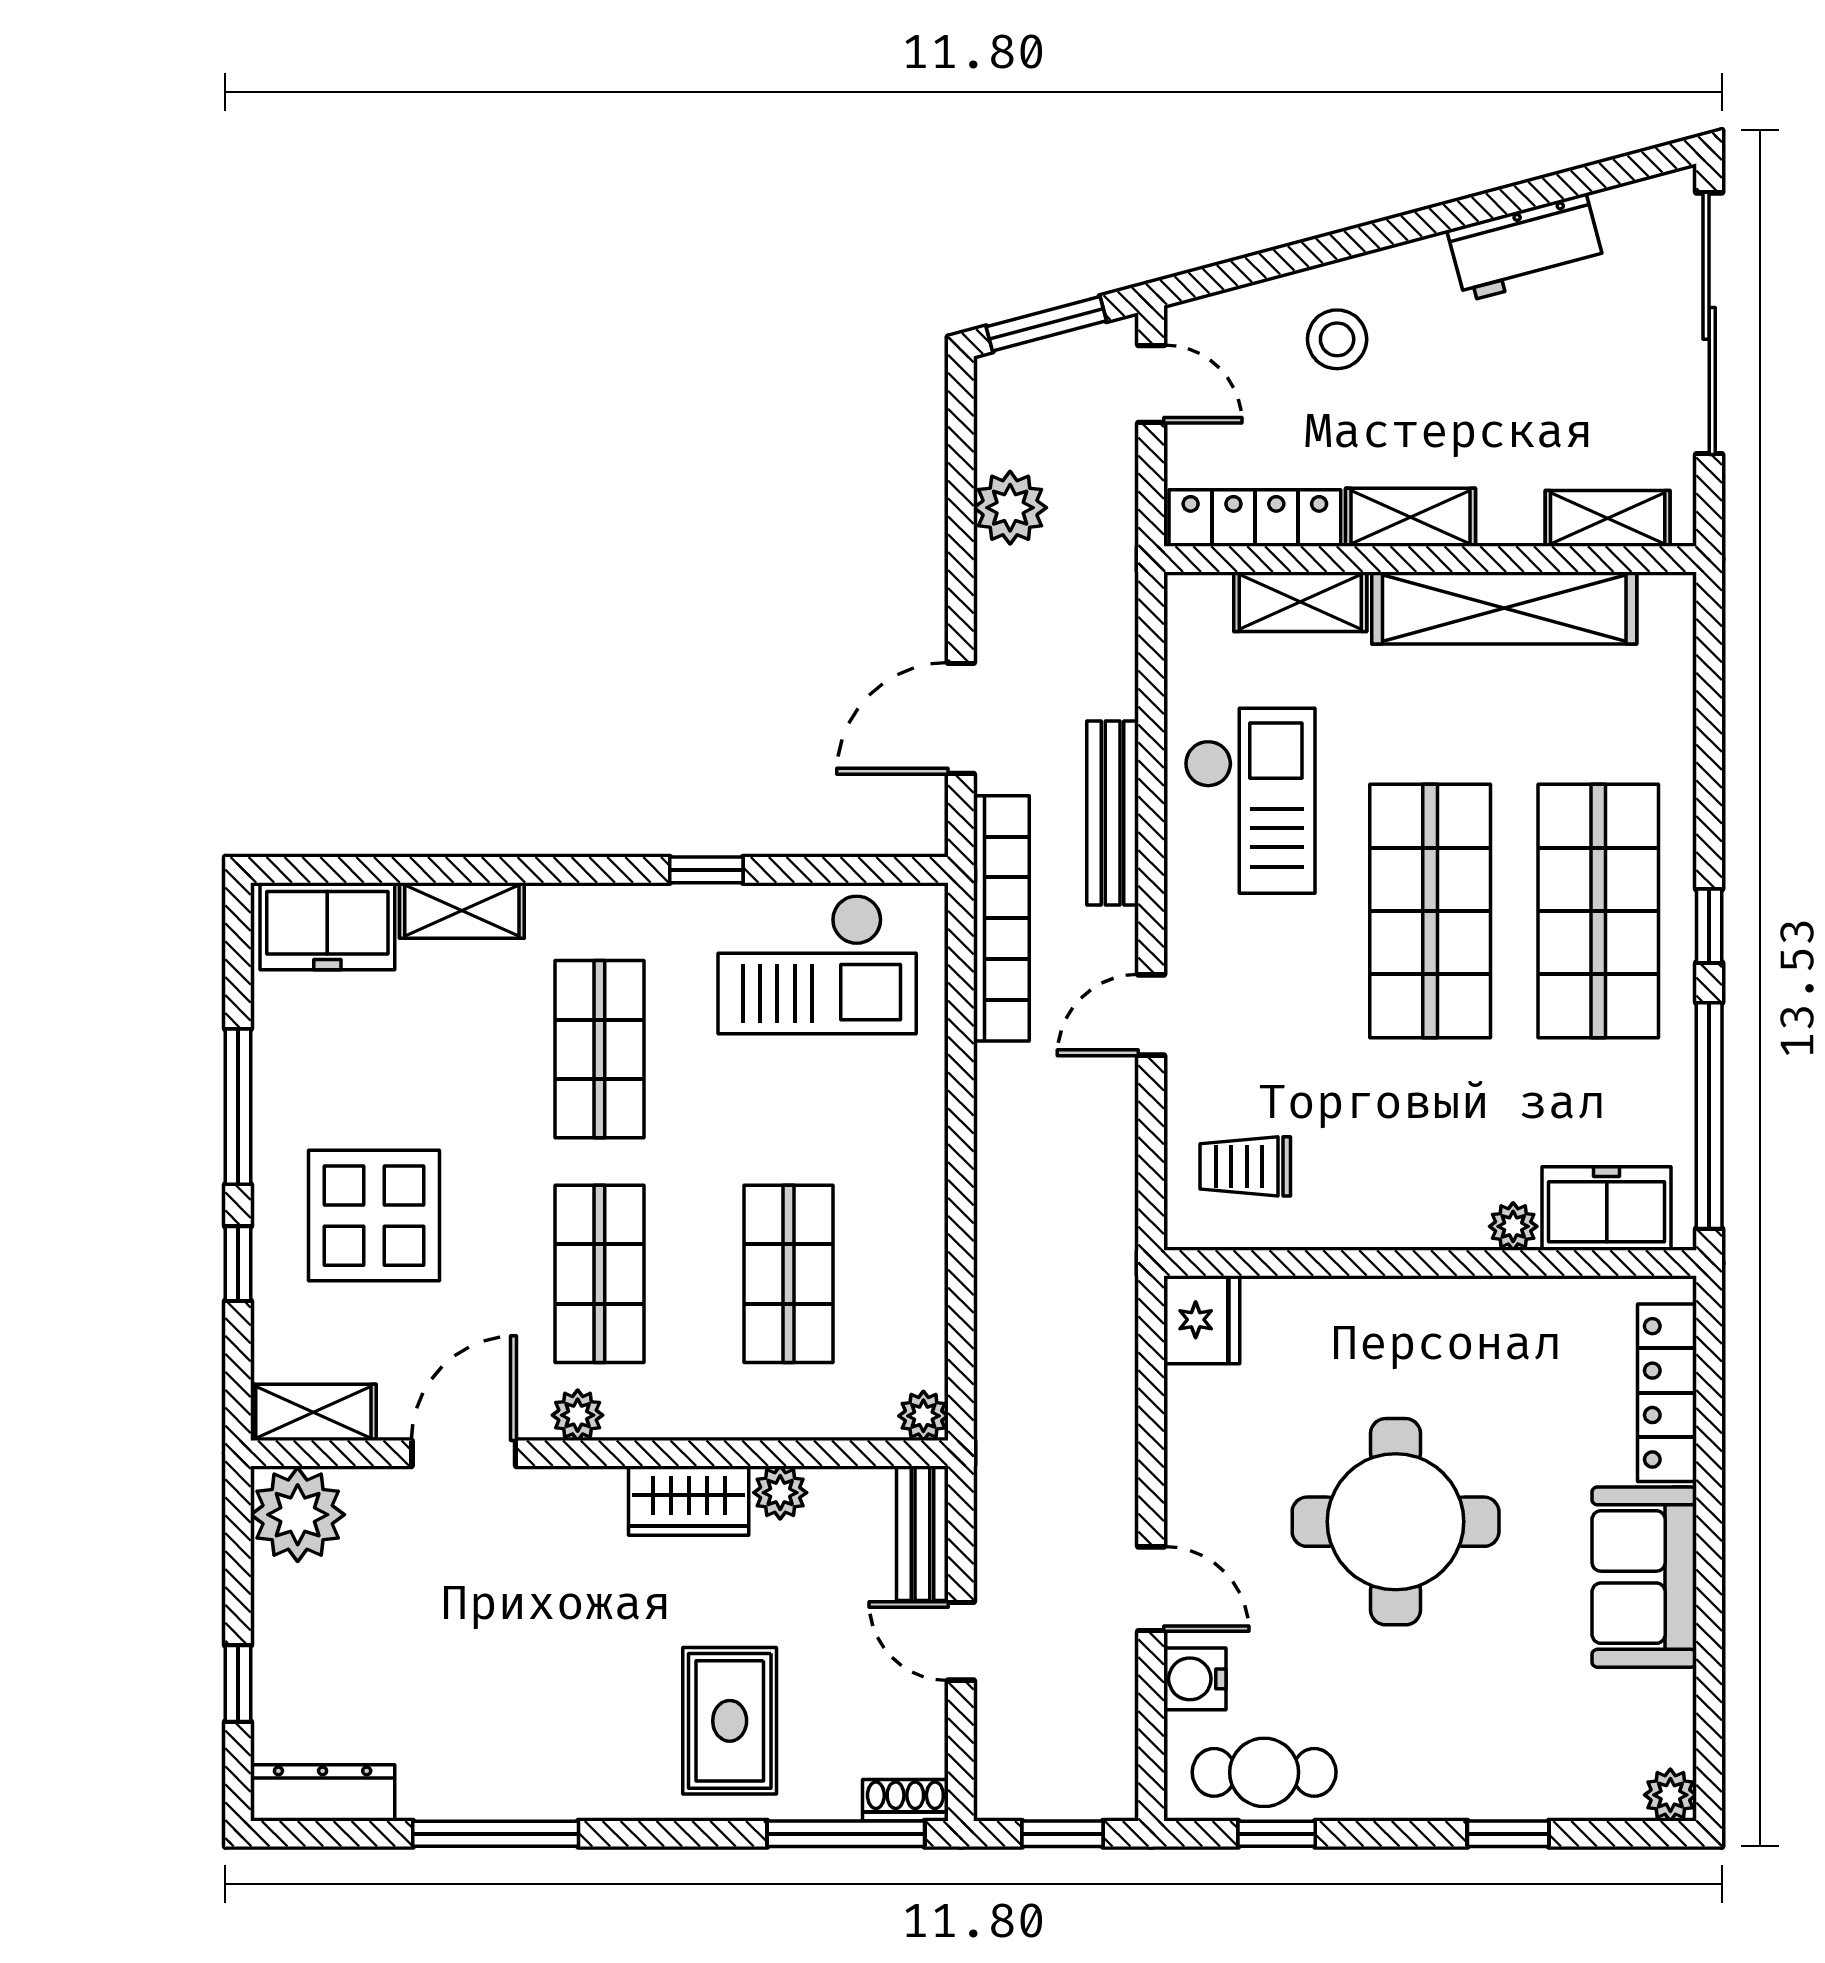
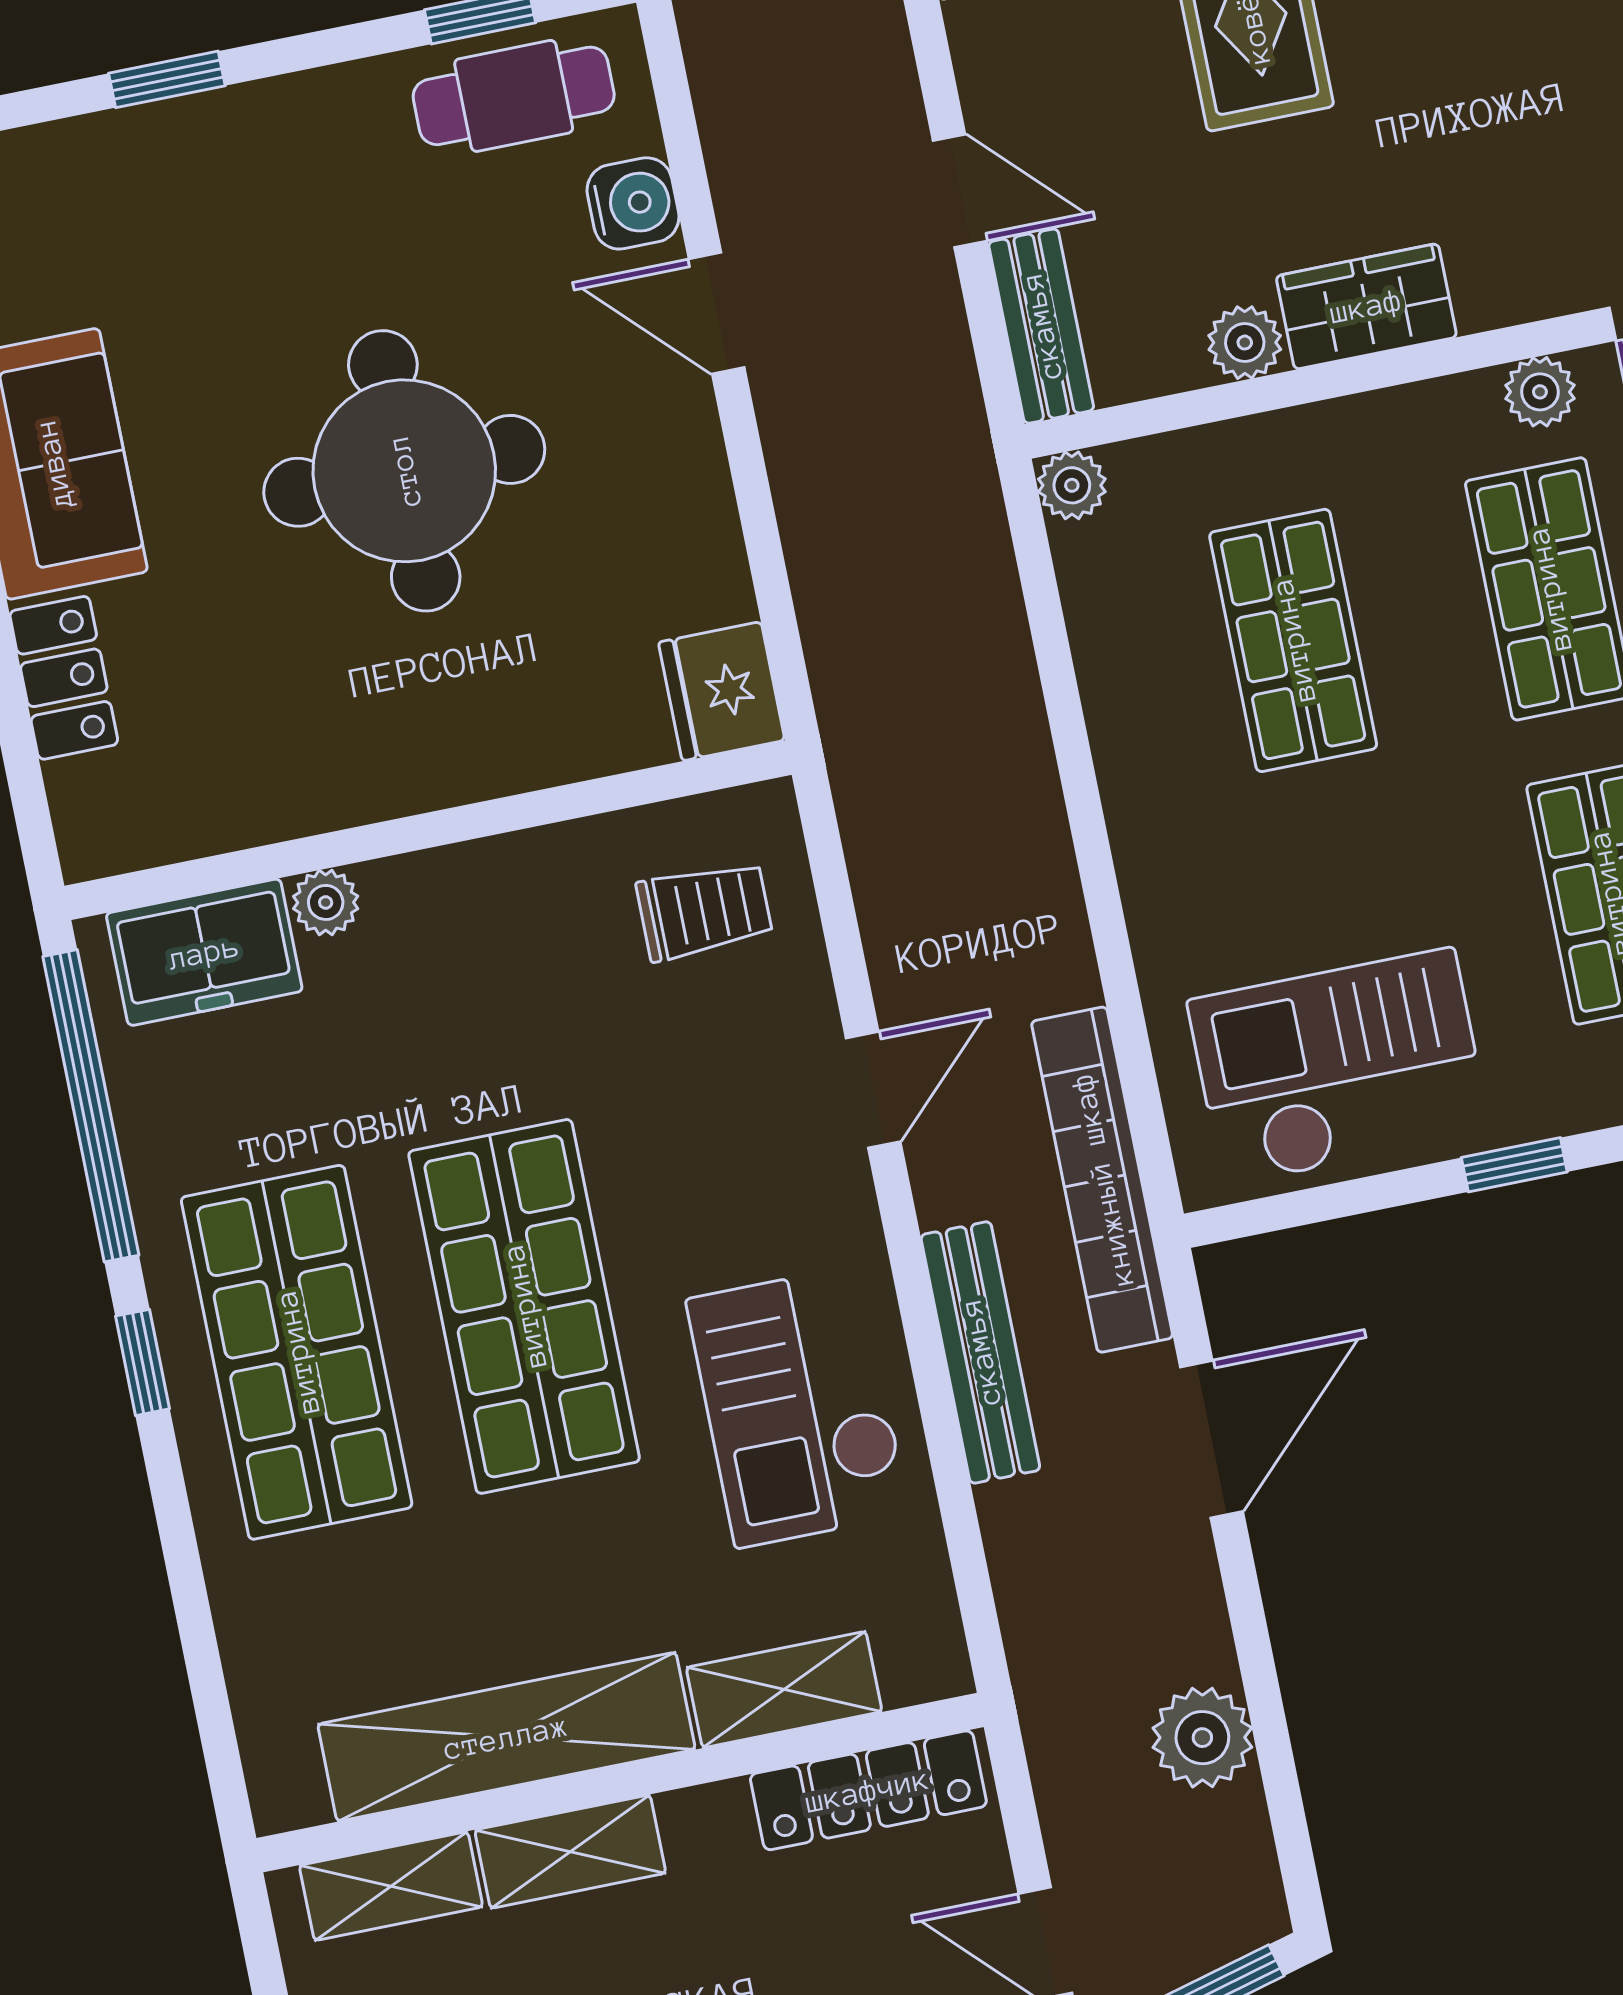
shelving: (1410, 517) -> (570, 1852), moved
locker: (1667, 1393) -> (64, 678), width x0.66

